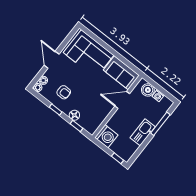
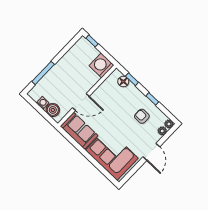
floor lamp: (74, 115) -> (123, 82), moved
kitchen sink: (143, 132) -> (63, 66), removed

